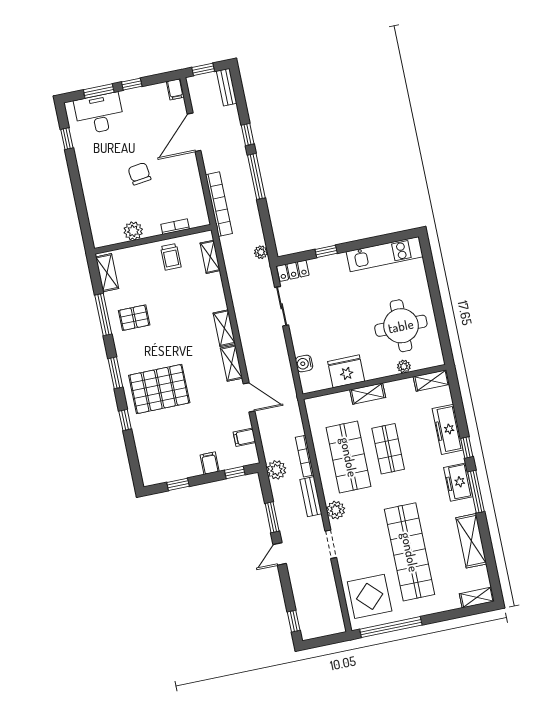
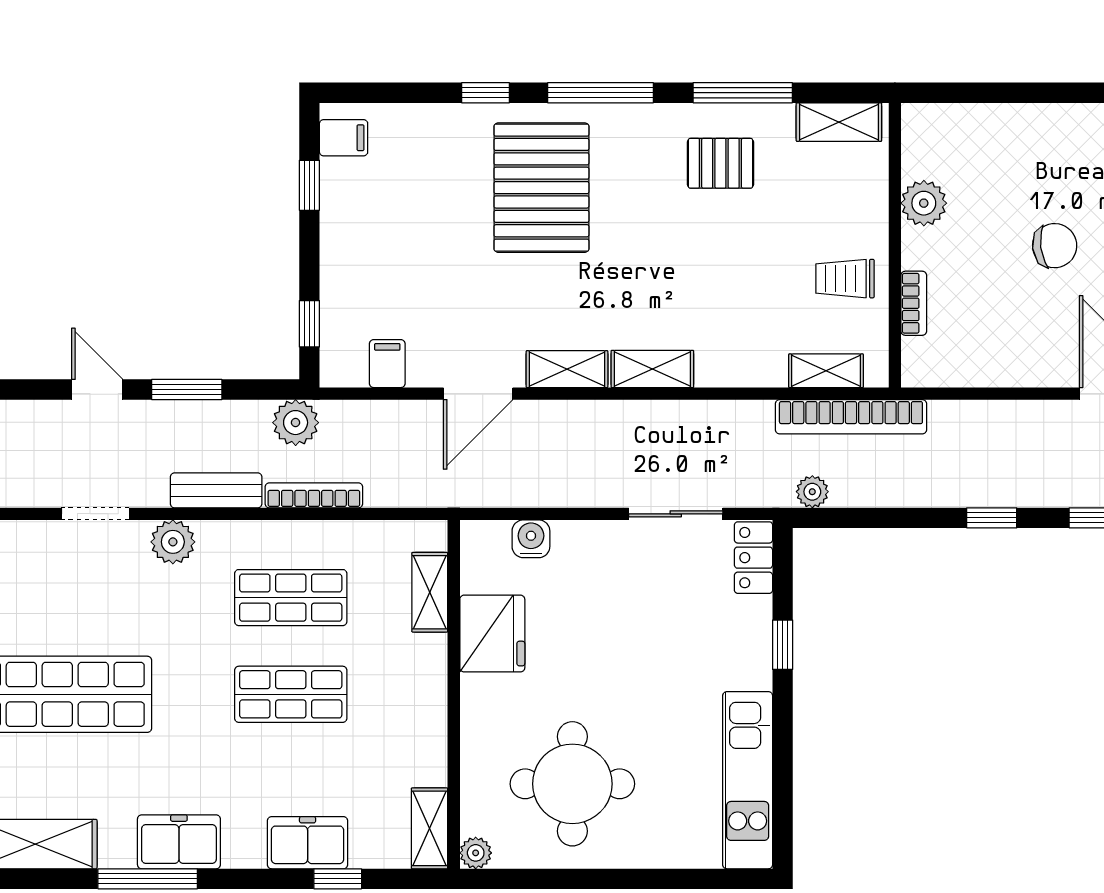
window: (256, 176) -> (992, 518), width x0.46
bookcase: (219, 204) -> (851, 417), moved
pallet: (134, 318) -> (720, 163), turned 90
plant: (404, 366) -> (476, 853), moved
window: (115, 373) -> (601, 93), width x1.44
shelving: (368, 394) -> (430, 592), moved
freezer: (448, 429) -> (308, 843), width x0.71
window: (467, 448) -> (338, 879), moved
shop shelf: (349, 457) -> (291, 598), width x0.70, depth x0.74
filing cabinet: (210, 463) -> (344, 138), moved

